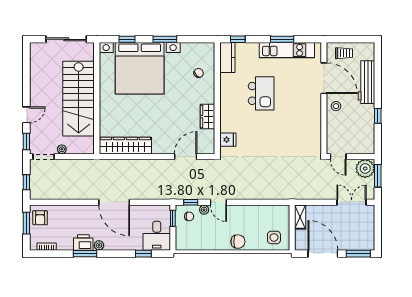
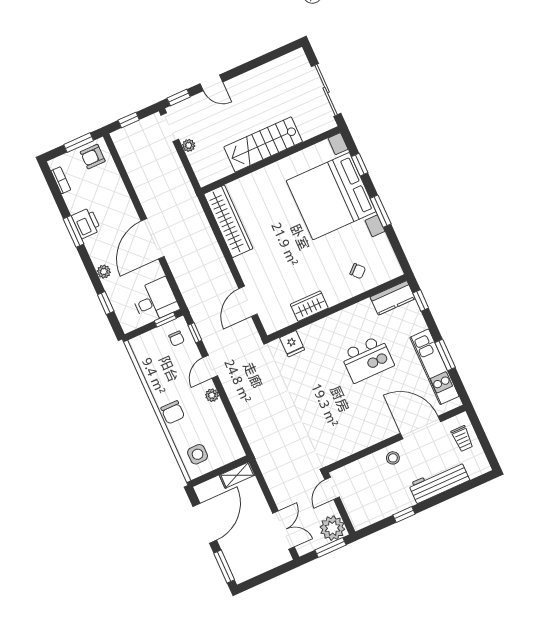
door: (324, 78) -> (421, 428), swing flipped
stairs: (79, 99) -> (263, 144), width x0.73, depth x0.66
door: (186, 157) -> (248, 301), swing flipped
plant: (204, 210) -> (212, 395), moved
desk: (157, 236) -> (155, 301), moved, turned 180
plant: (99, 245) -> (104, 272), moved

